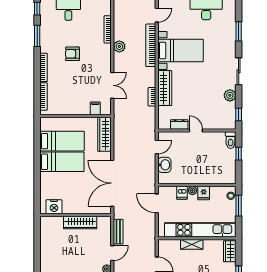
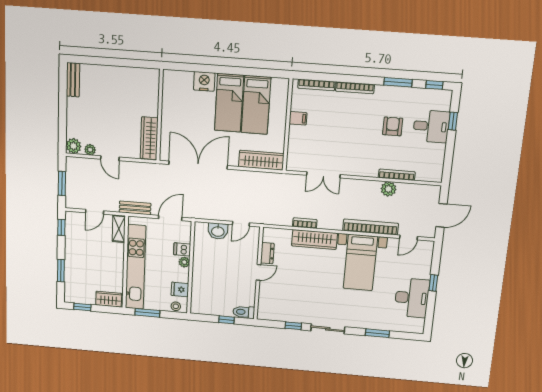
door: (157, 15) -> (409, 238), hinge flipped
plant: (119, 46) -> (389, 189), moved
armchair: (72, 54) -> (393, 126), moved
plant: (230, 95) -> (299, 316), removed
filing cabinet: (95, 108) -> (298, 118), moved
window: (239, 115) -> (293, 326), moved
door: (157, 147) -> (241, 224), hinge flipped
fridge: (204, 193) -> (180, 289), moved
window: (239, 206) -> (147, 313), moved
nightstand: (54, 207) -> (204, 81), moved, turned 90
wardrobe: (80, 223) -> (149, 138), moved
bench: (118, 232) -> (135, 208), moved
shelving: (192, 244) -> (119, 229), moved

